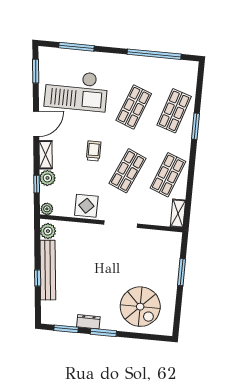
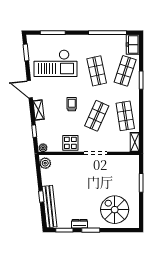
freezer: (188, 74) -> (133, 45), added
shop shelf: (134, 107) -> (97, 71), turned -33
door: (36, 124) -> (30, 89), swing flipped
shop shelf: (168, 175) -> (125, 116), turned -30
plant: (47, 178) -> (41, 126), removed
bench: (48, 270) -> (49, 207), moved
spiral stairs: (140, 307) -> (115, 210), turned 180

